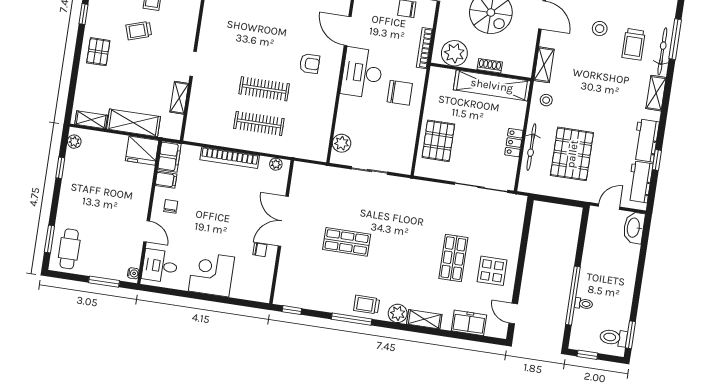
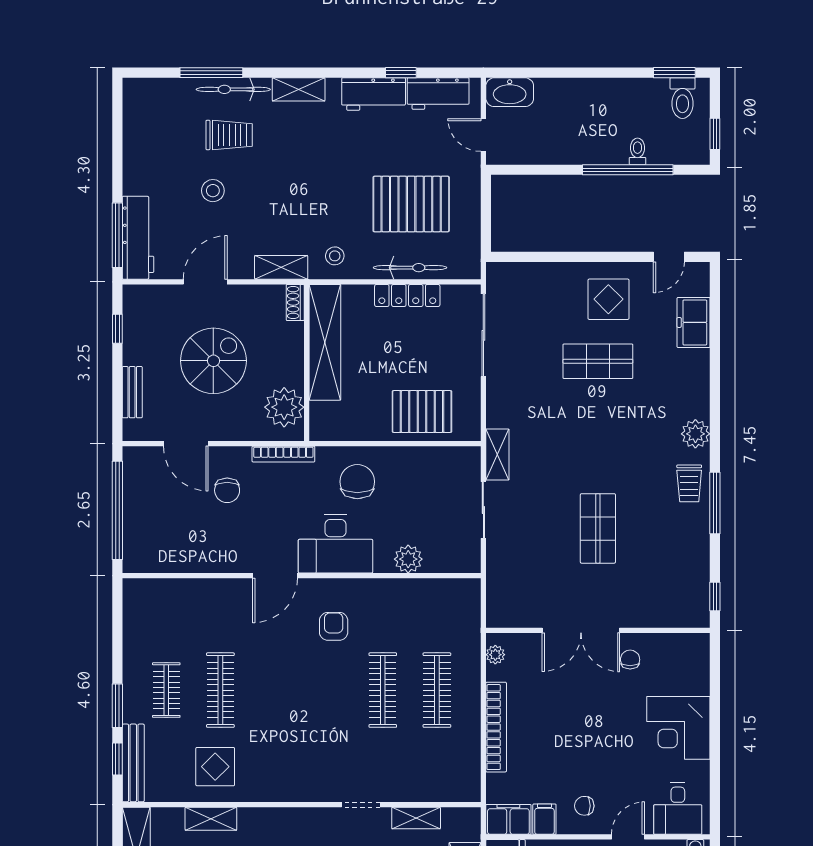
shoe rack: (490, 66) -> (295, 303), moved
plant: (342, 143) -> (408, 559), moved
locker: (514, 143) -> (407, 295), width x1.53
shelving: (424, 319) -> (497, 455), moved

